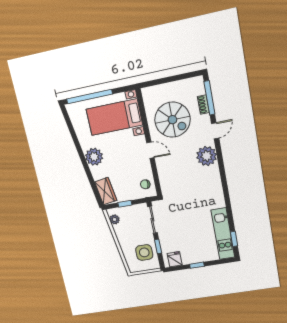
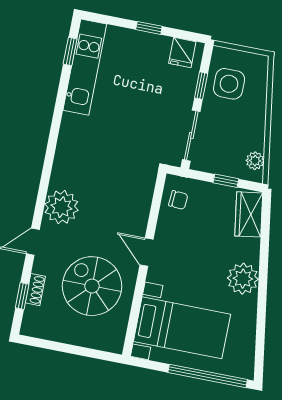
window: (209, 98) -> (22, 296), width x0.46

